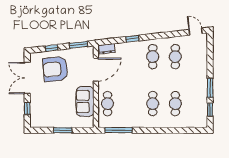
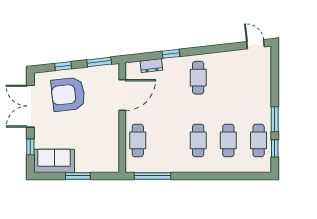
dresser: (107, 49) -> (151, 66), moved
cafe table: (175, 57) -> (259, 140), moved
sofa: (85, 101) -> (54, 161), moved, turned 90

